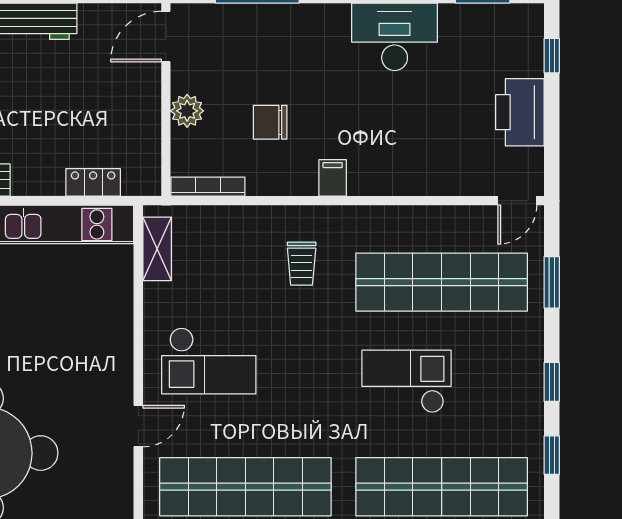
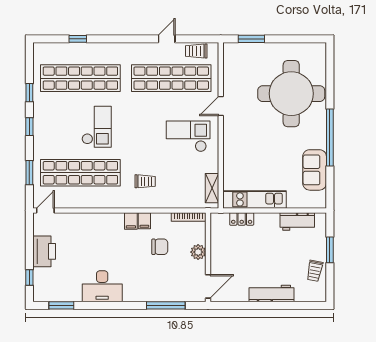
filing cabinet: (303, 179) -> (144, 221), added
trolley: (302, 264) -> (145, 181), turned 90
checkout: (407, 381) -> (97, 127), turned -90

